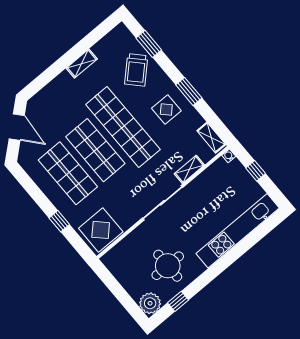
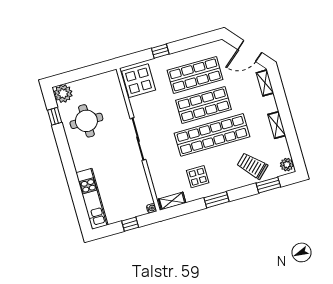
plant: (118, 34) -> (287, 165), added
display table: (166, 109) -> (198, 177), moved
shelving: (189, 169) -> (265, 83), moved
kitchen unit: (238, 231) -> (92, 199), width x0.73

